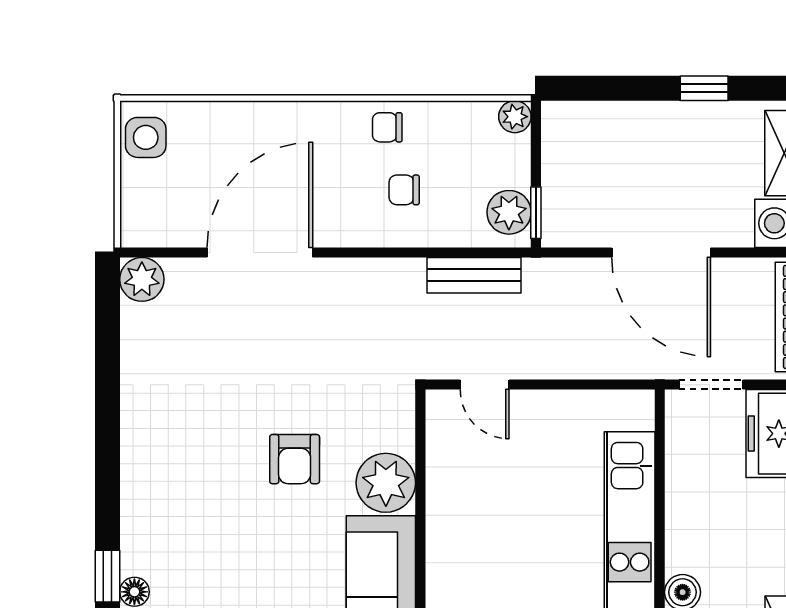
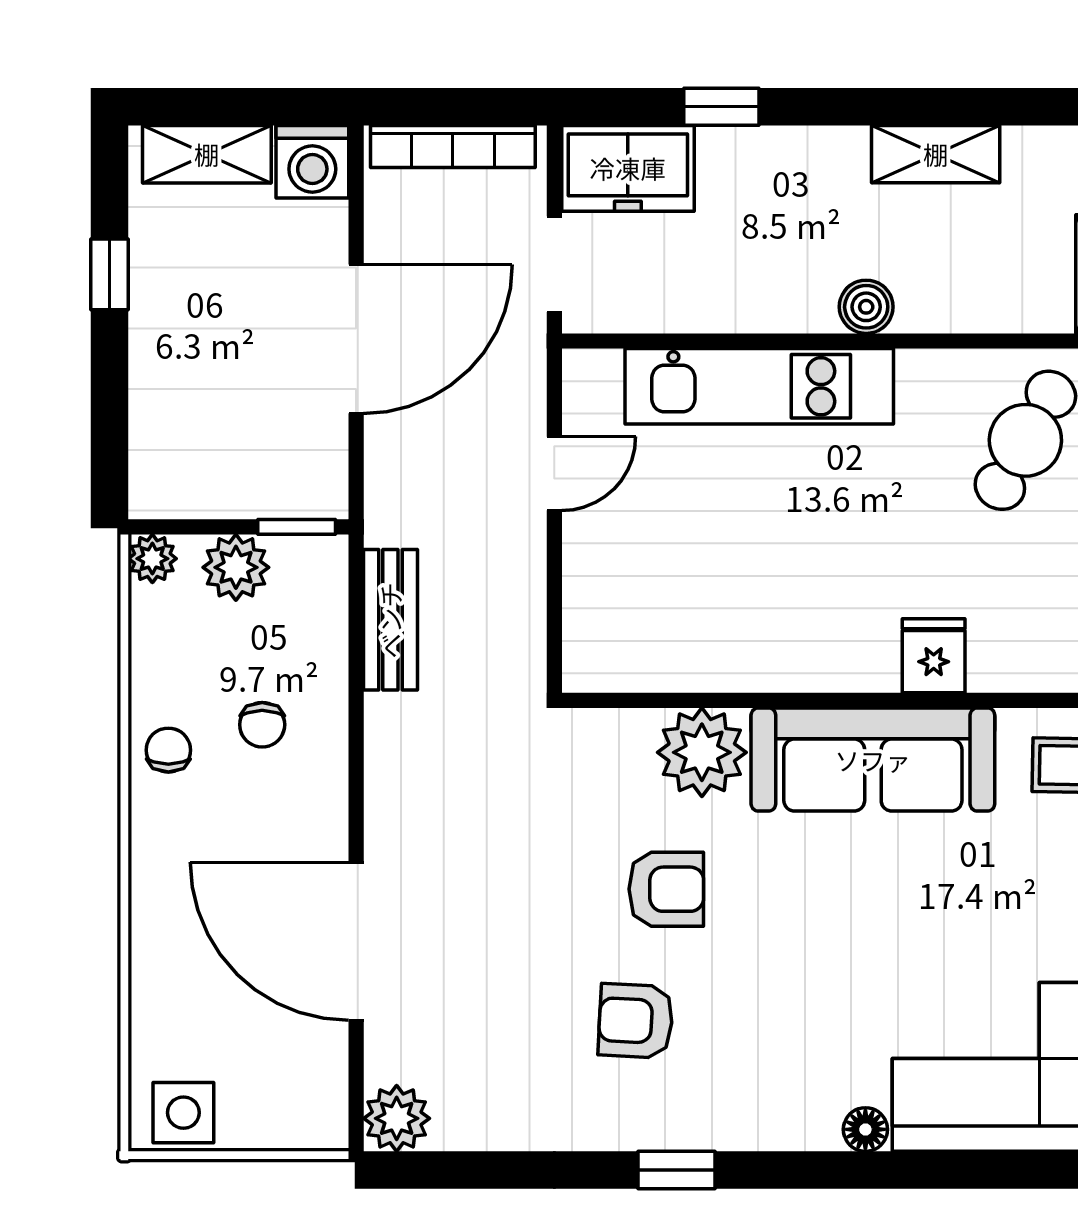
chair: (387, 127) -> (168, 750), turned 180
plant: (509, 212) -> (236, 567), moved
door: (485, 385) -> (554, 474), moved
armchair: (207, 439) -> (636, 1021), added
window: (107, 576) -> (676, 1170), moved

